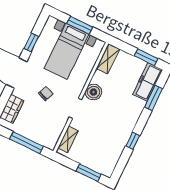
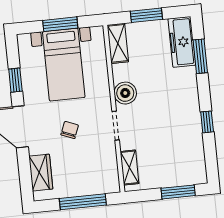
window: (146, 57) -> (146, 15), moved

